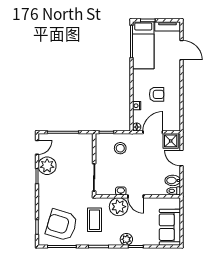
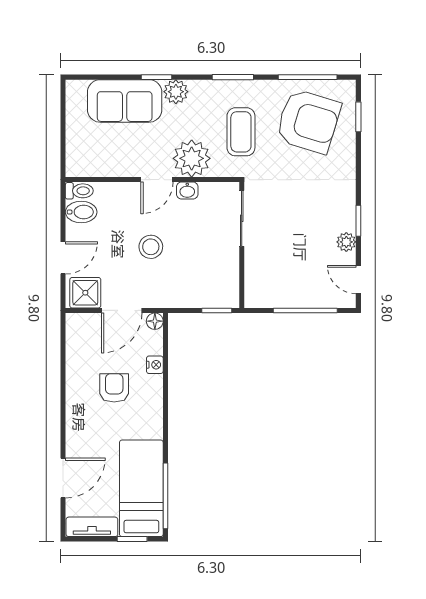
door: (182, 50) -> (63, 478), swing flipped
armchair: (157, 94) -> (114, 388), turned 90
door: (37, 147) -> (358, 280), hinge flipped
stool: (120, 148) -> (151, 247), moved
door: (182, 158) -> (63, 258), hinge flipped
plant: (47, 166) -> (346, 242), width x0.53, depth x0.53
door: (136, 196) -> (157, 180), swing flipped
sofa: (170, 227) -> (125, 101), moved, turned 90

